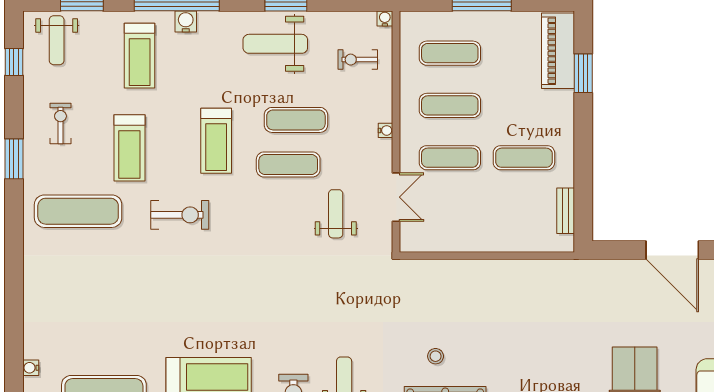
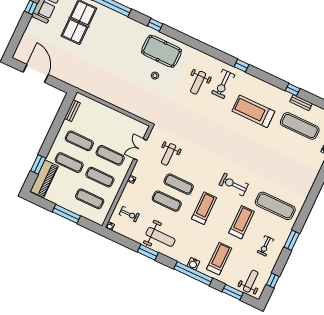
exercise mat: (524, 105) -> (69, 163), added

